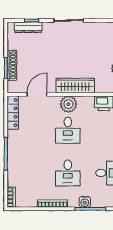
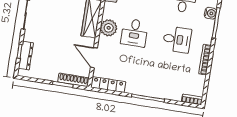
shoe rack: (12, 65) -> (73, 80), moved
desk: (68, 130) -> (134, 33), turned 90
water cooler: (85, 202) -> (210, 13), moved

